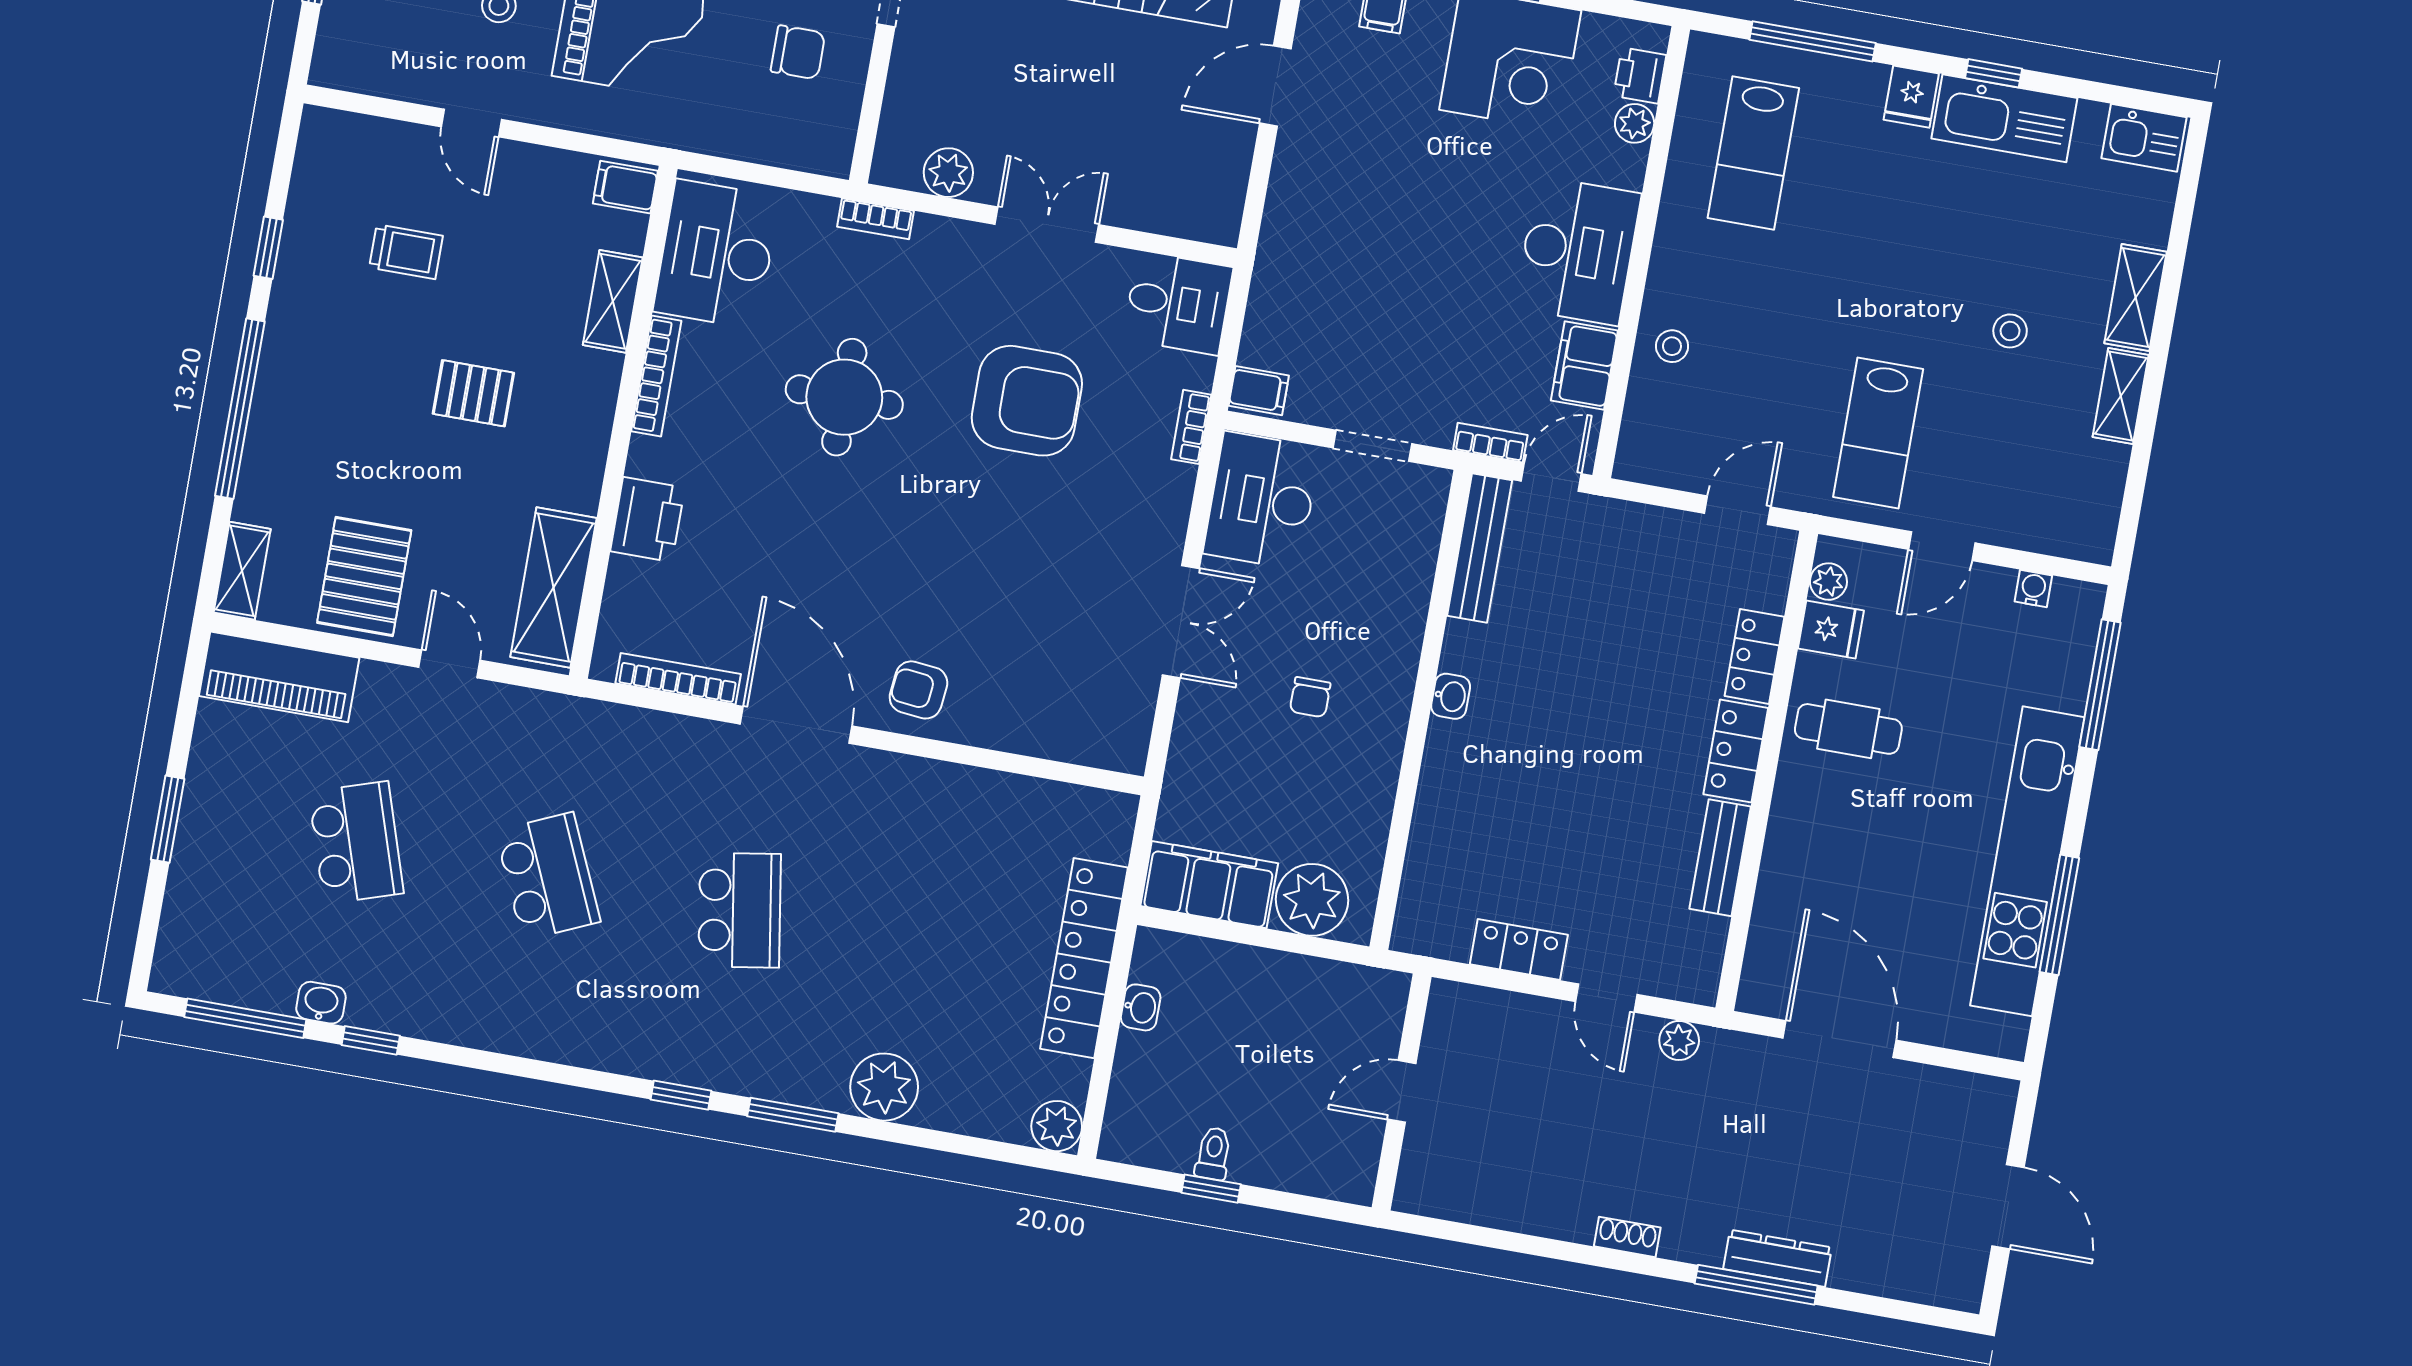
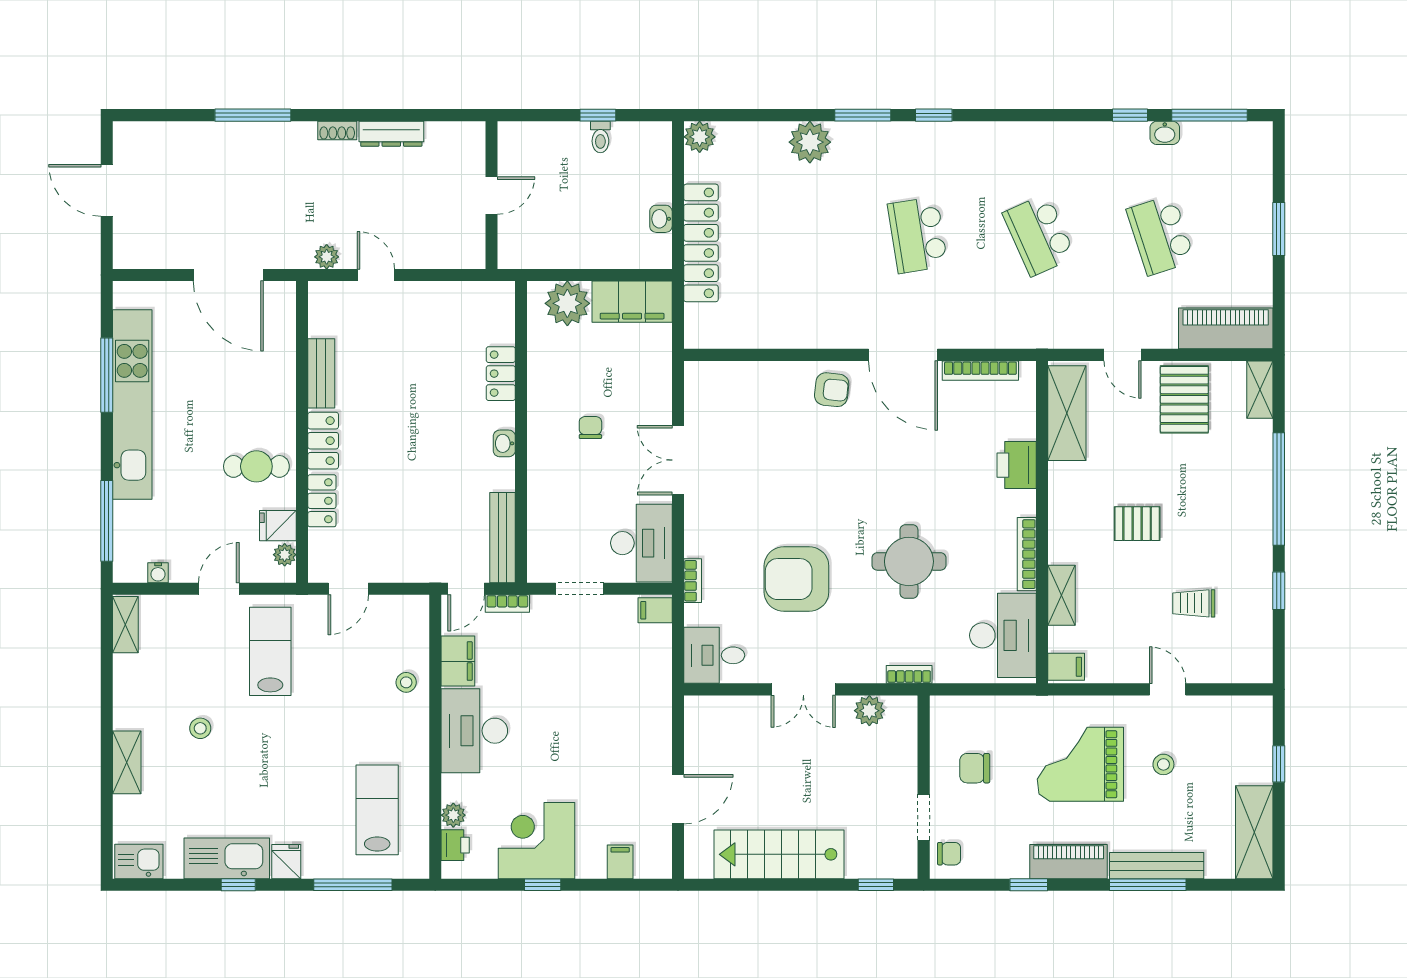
shelving: (2121, 396) -> (125, 625), moved
locker: (1519, 949) -> (501, 374), moved, turned 90
dresser: (1778, 1258) -> (391, 134), moved

